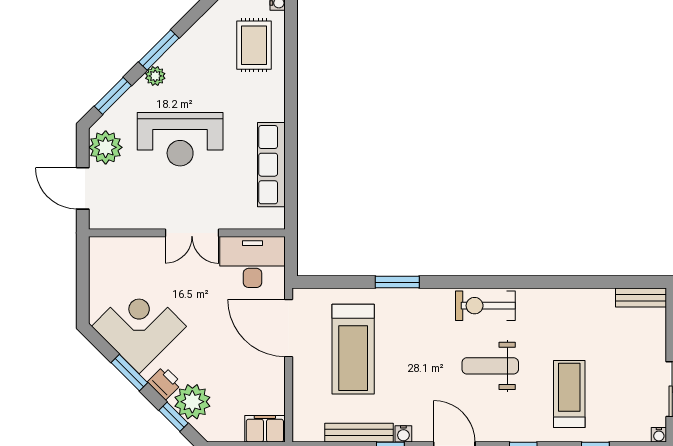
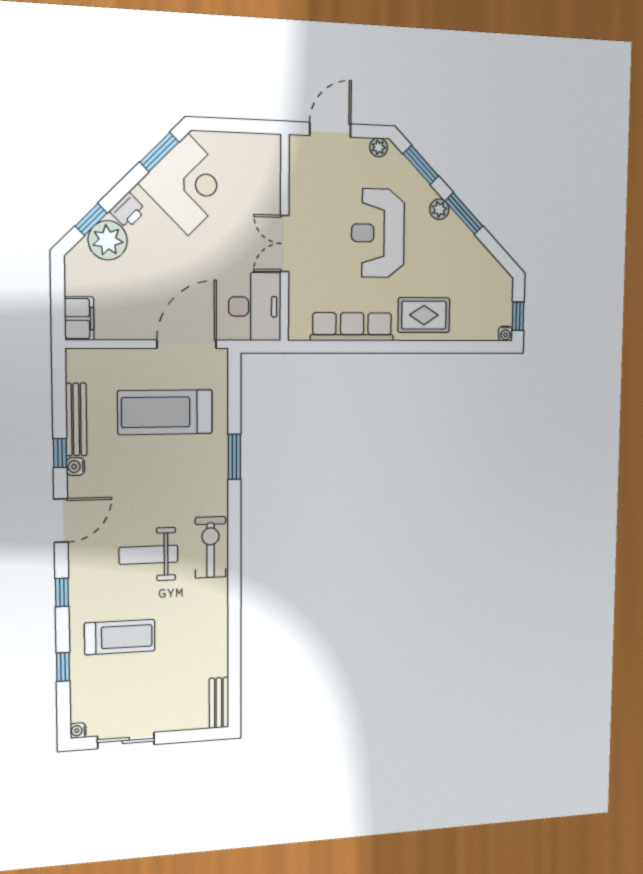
rug: (254, 45) -> (424, 315), moved
plant: (106, 147) -> (379, 147), width x0.53, depth x0.53
weight bench: (490, 366) -> (148, 555), turned -90
window: (129, 373) -> (159, 152), moved

